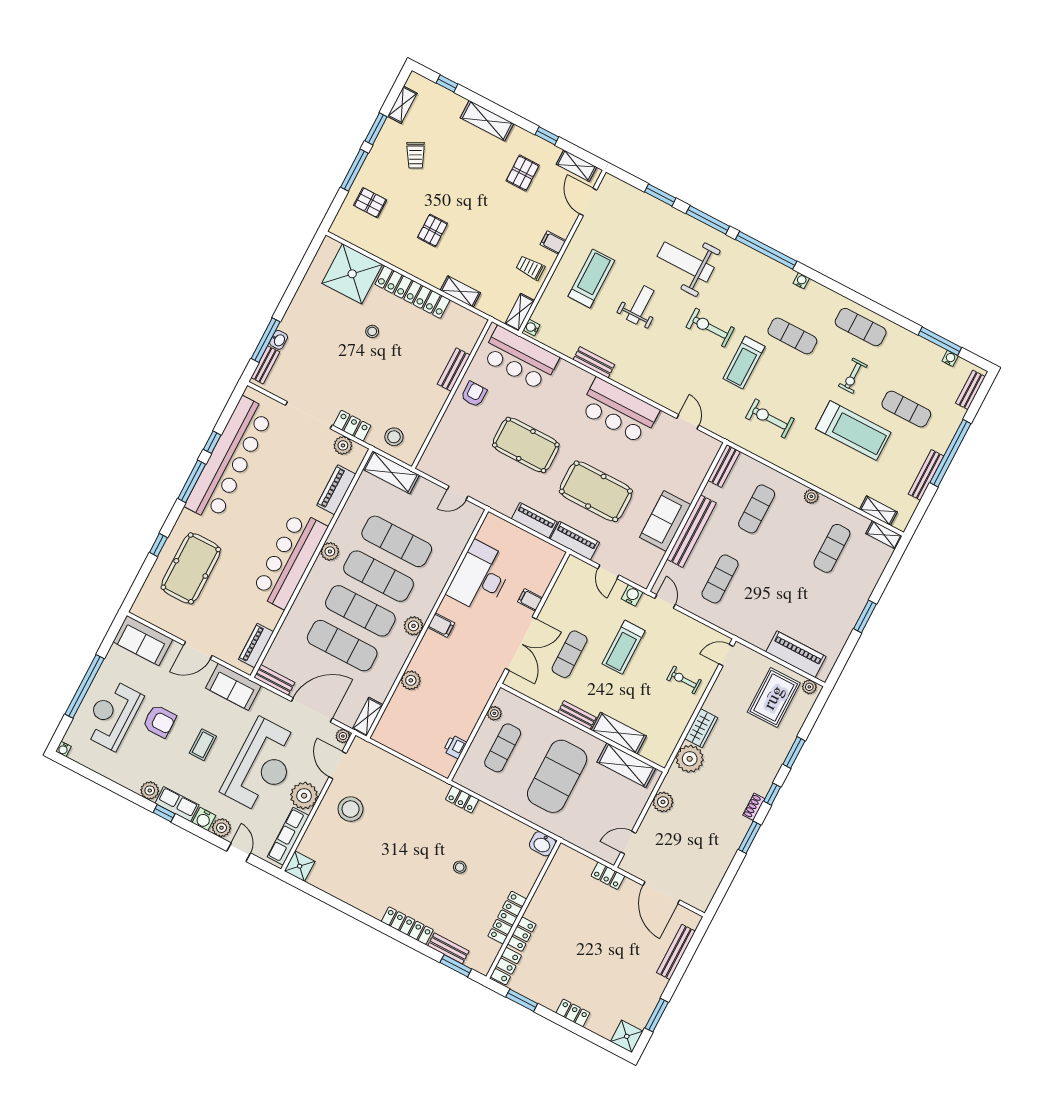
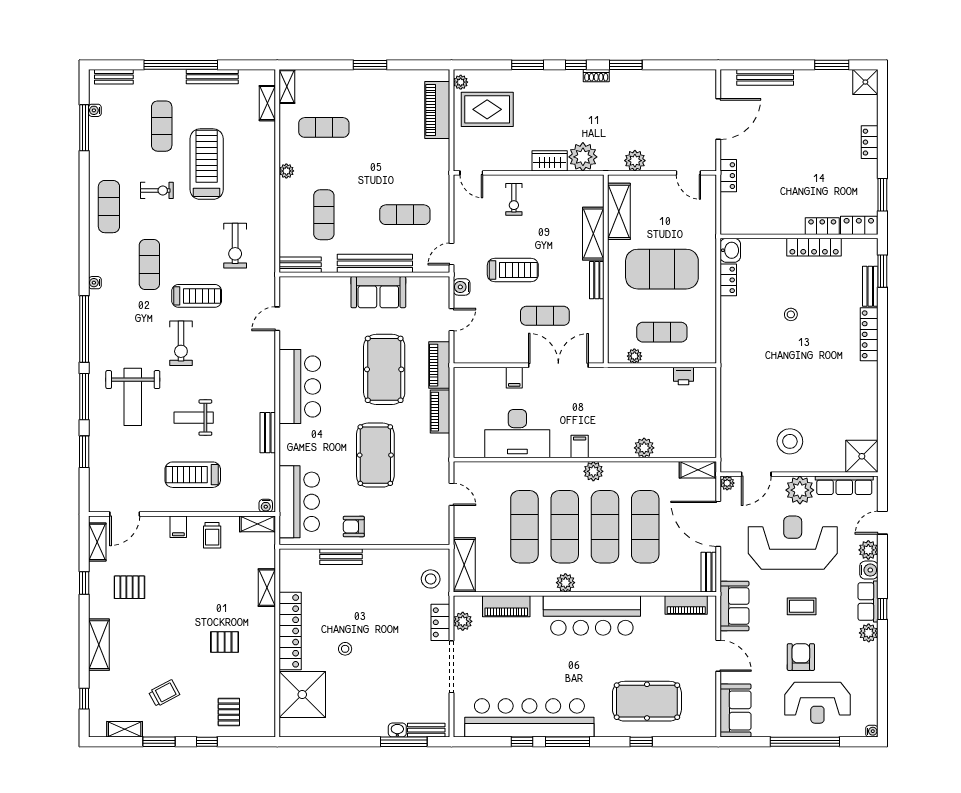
window: (354, 170) -> (207, 742), width x0.46
exercise mat: (757, 509) -> (324, 215), turned 90
locker: (462, 799) -> (728, 280), moved
shower: (300, 866) -> (862, 456), width x1.36, depth x1.36

